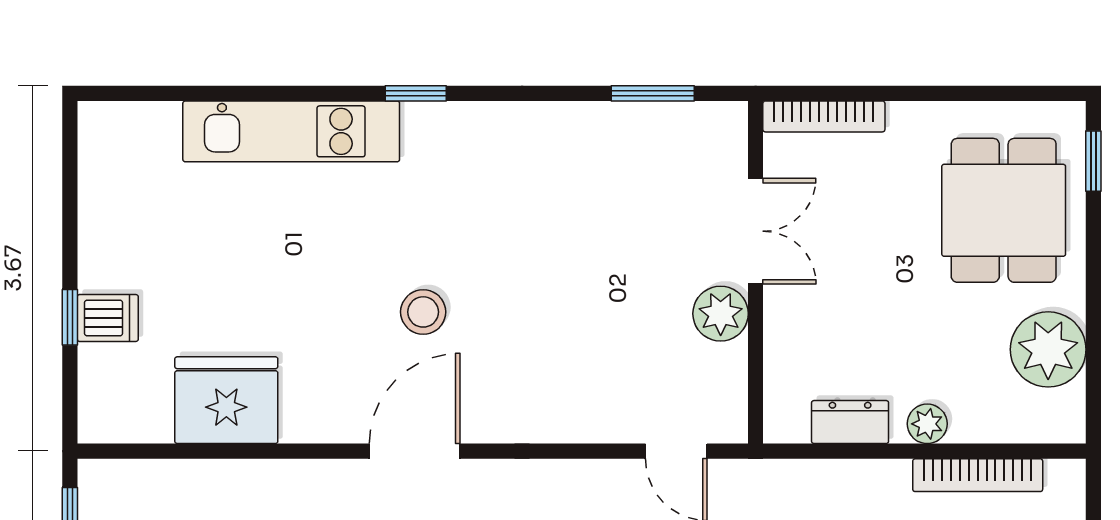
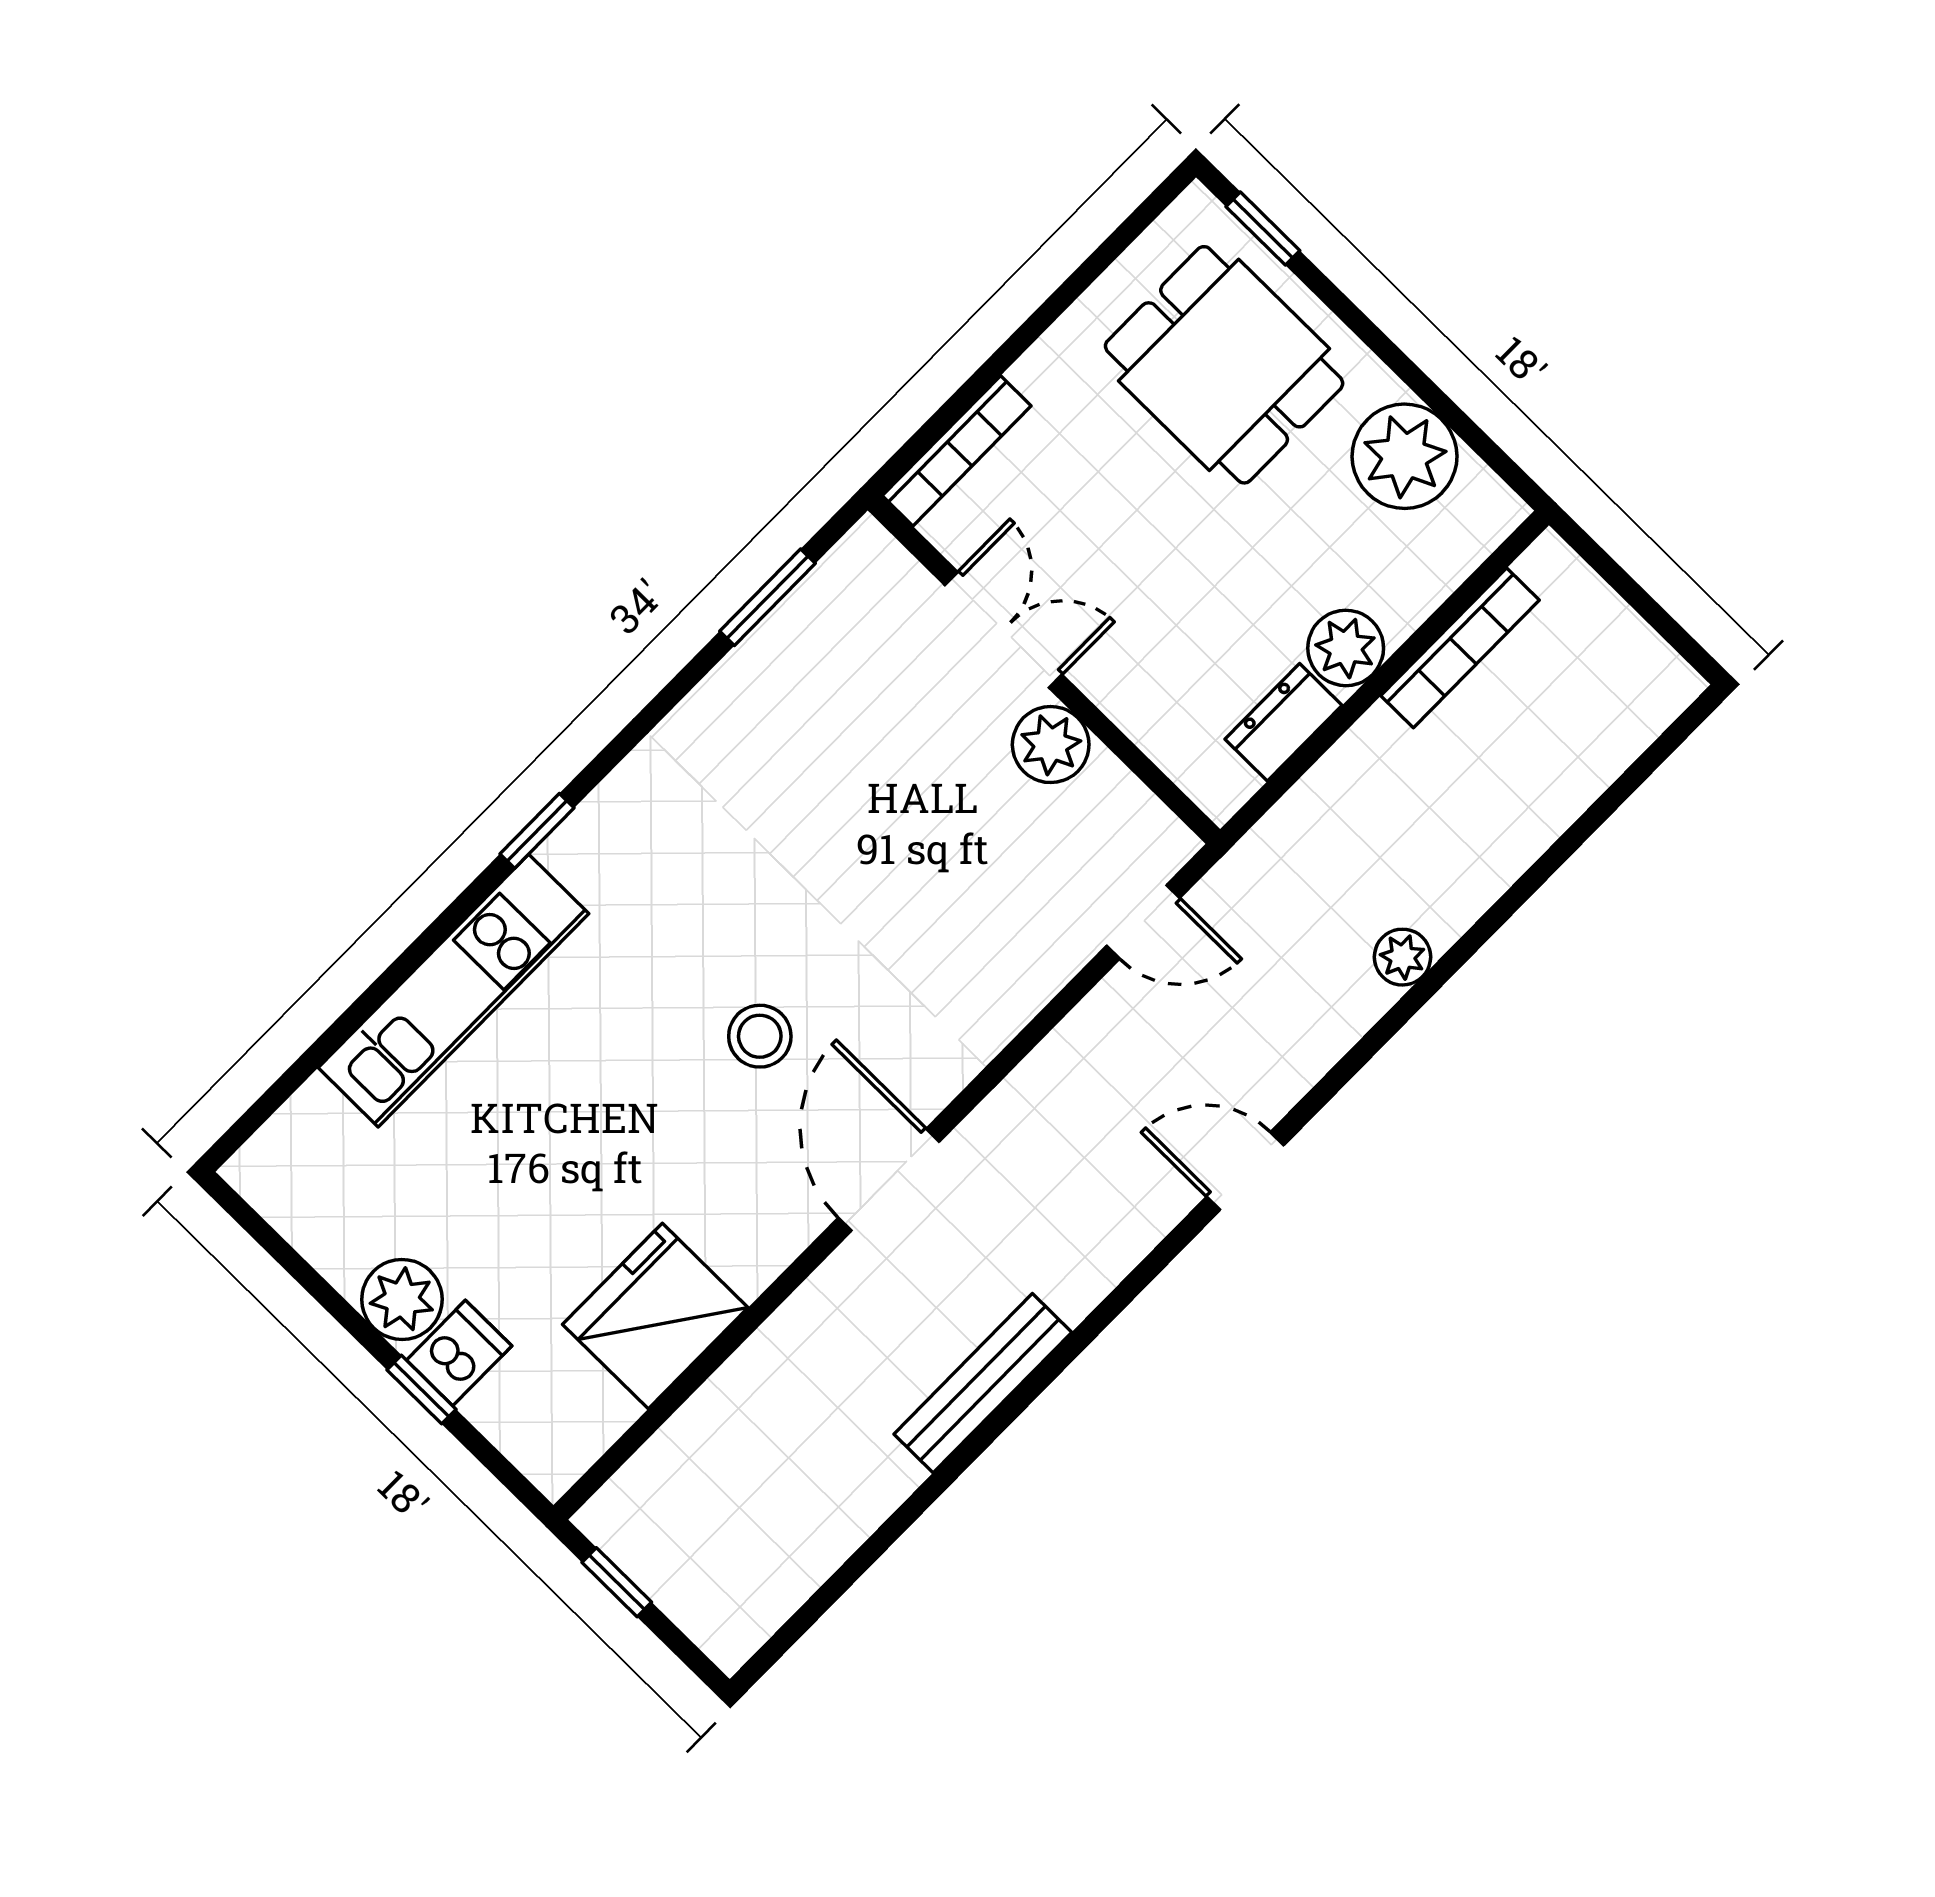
plant: (106, 261) -> (402, 1299), added
plant: (927, 424) -> (1346, 648), width x1.38, depth x1.38

